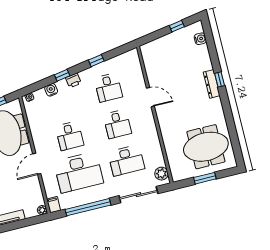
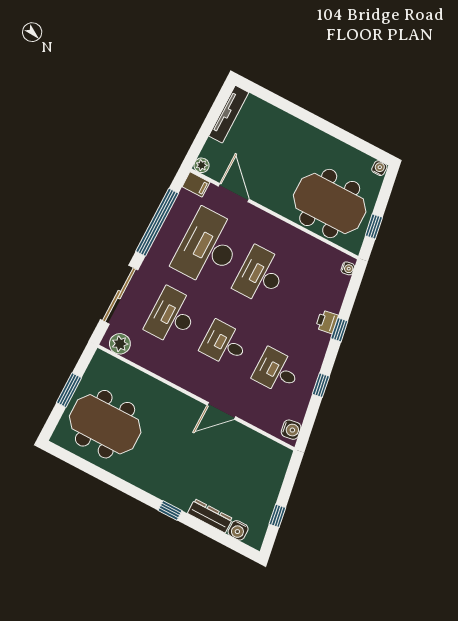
printer: (73, 80) -> (327, 322), moved
dresser: (212, 84) -> (210, 516), moved
water cooler: (51, 90) -> (291, 430), moved
desk: (70, 136) -> (260, 275), width x1.37
meeting table: (206, 147) -> (105, 424), turned 90
door: (37, 164) -> (234, 193), moved

